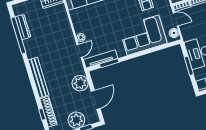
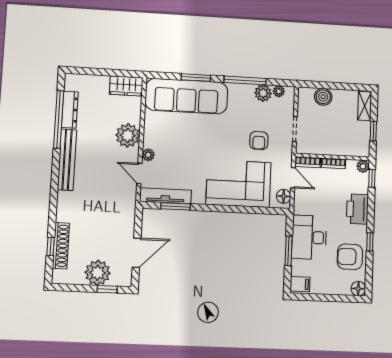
door: (80, 51) -> (139, 173), swing flipped
bench: (38, 78) -> (67, 160), moved
plant: (80, 83) -> (128, 135), moved

